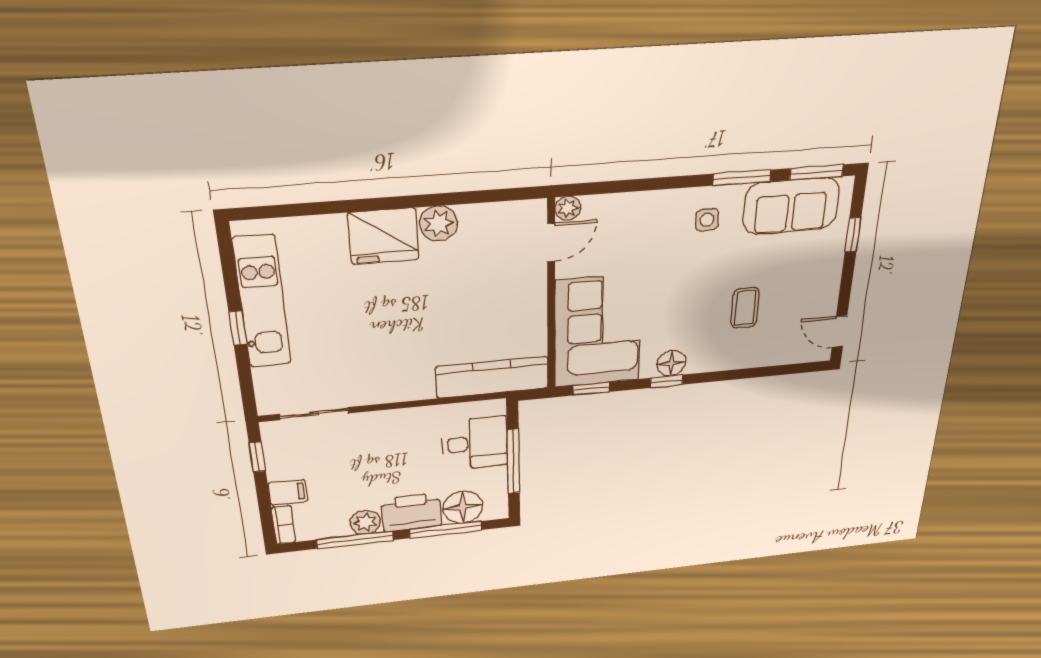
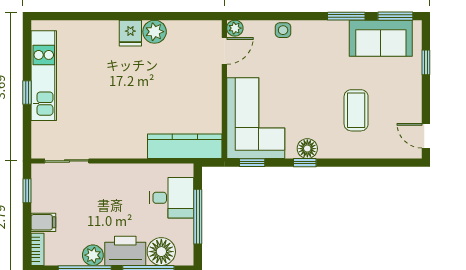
side table: (707, 220) -> (283, 30), moved
fridge: (384, 236) -> (130, 33), width x0.53, depth x0.75
coffee table: (745, 308) -> (356, 110), width x1.36, depth x1.30

